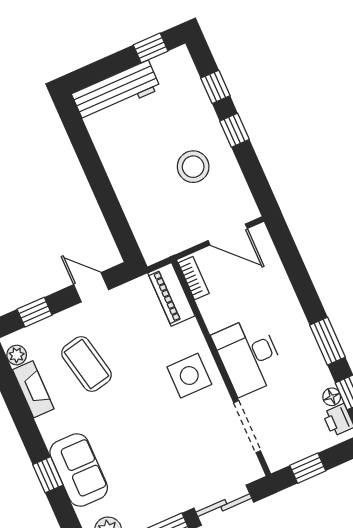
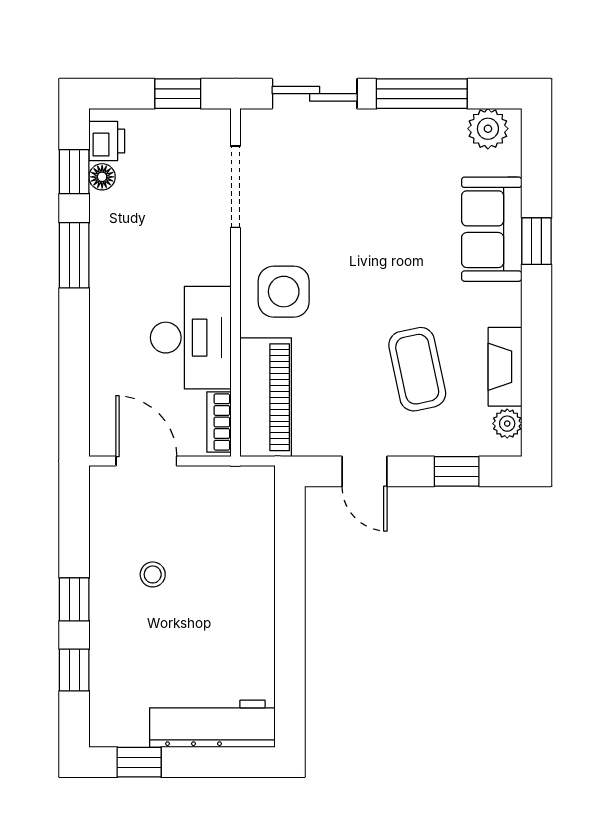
stool: (193, 167) -> (153, 574), width x0.53, depth x0.53
piano: (171, 294) -> (266, 397), width x1.37, depth x1.33
desk: (249, 356) -> (191, 338), moved

